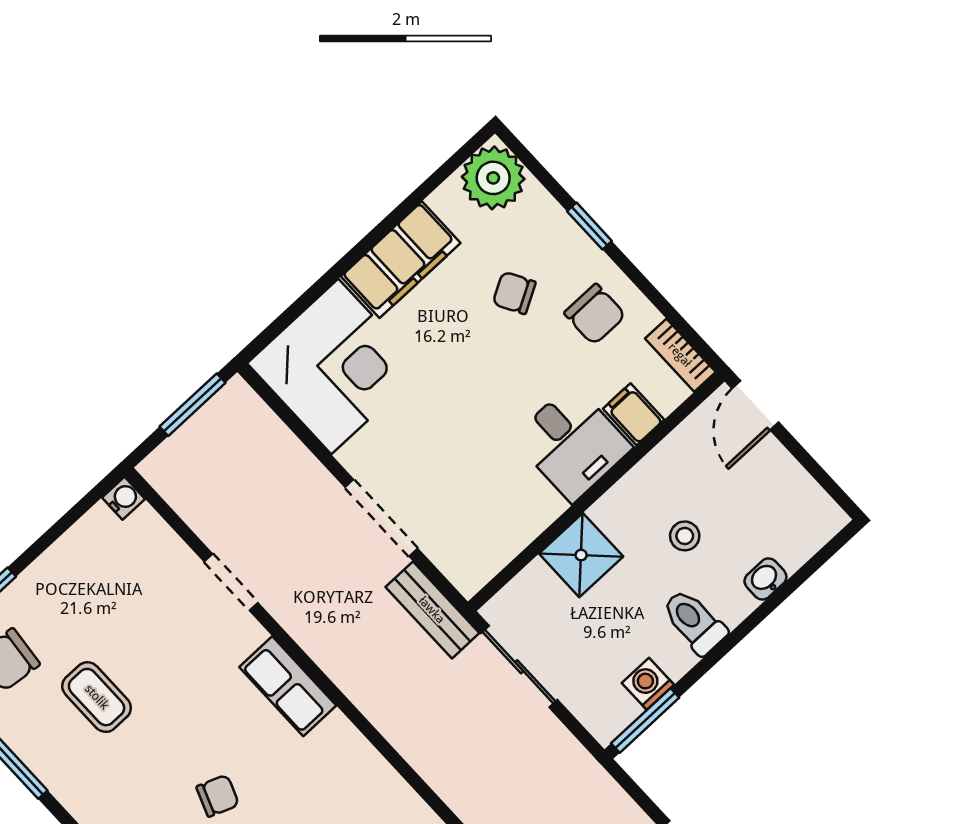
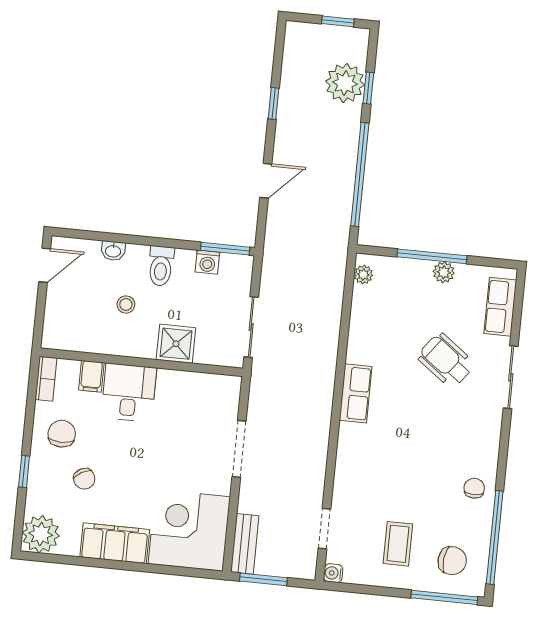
door: (755, 405) -> (45, 265), moved
doorway: (231, 582) -> (324, 529), moved
bench: (432, 610) -> (245, 544), moved
row of seats: (288, 686) -> (356, 393), moved
coffee table: (97, 697) -> (398, 544), moved
chair: (218, 796) -> (474, 488), moved, turned 69

